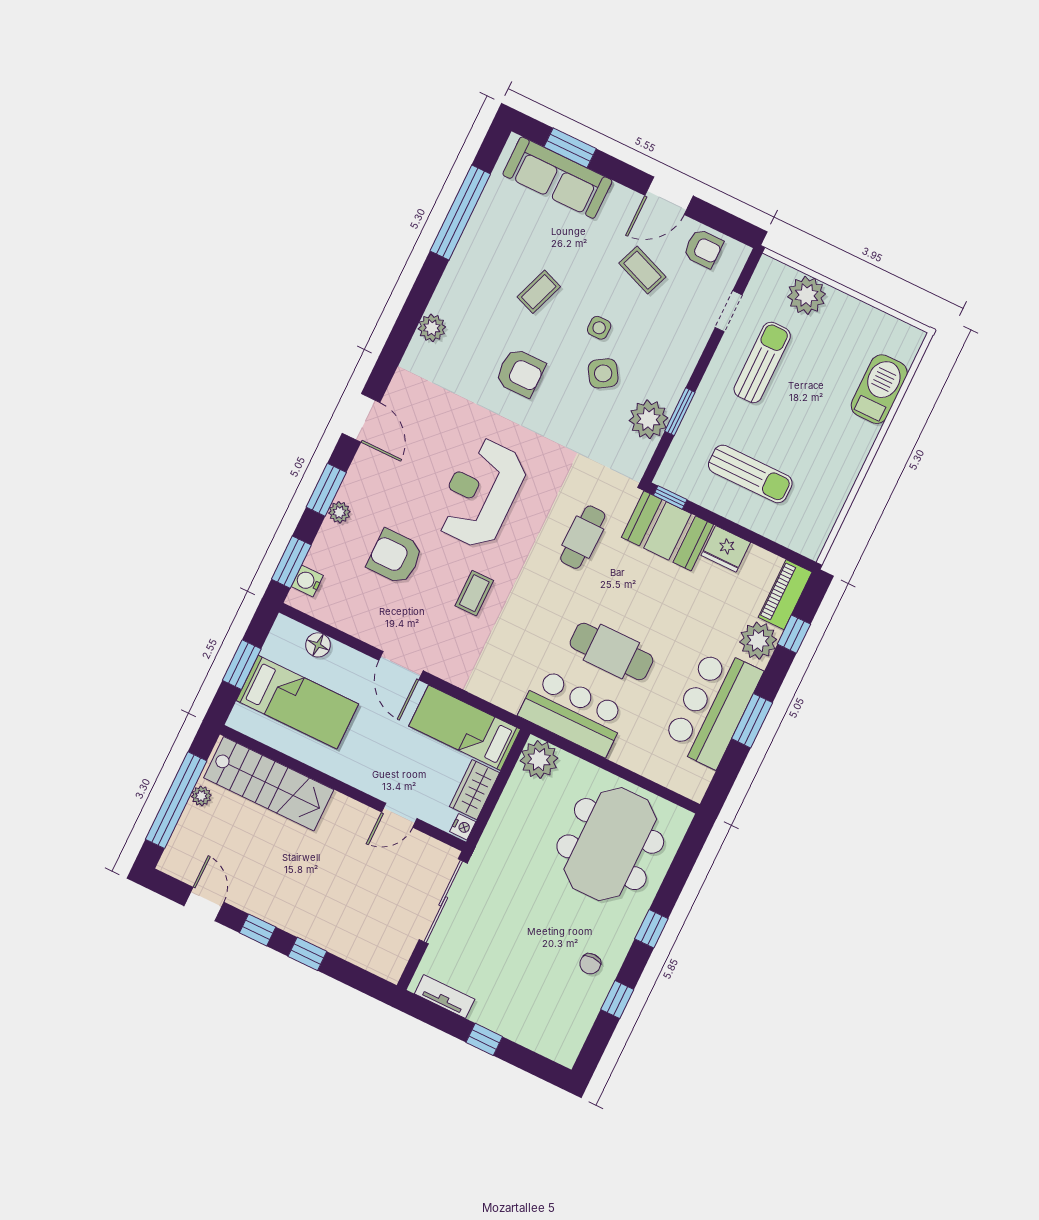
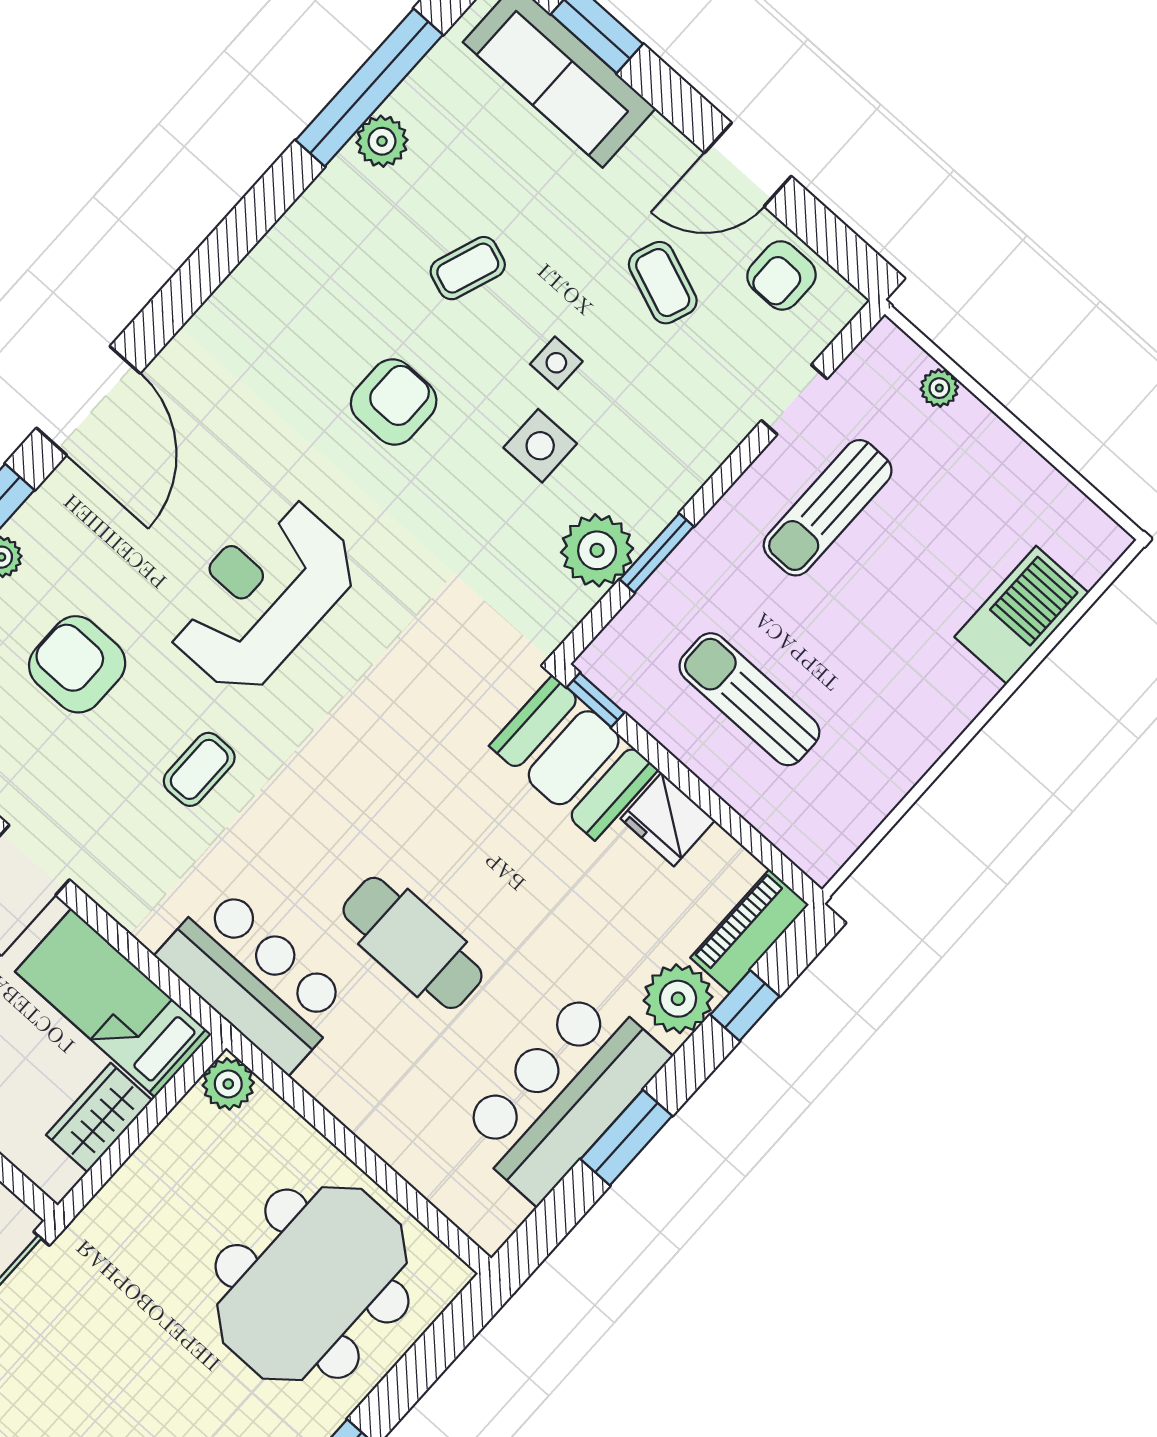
armchair: (703, 248) -> (781, 275), turned 90
plant: (807, 295) -> (939, 388), width x0.53, depth x0.53
plant: (432, 328) -> (382, 141), moved
sun lounger: (762, 362) -> (828, 508), turned 180
armchair: (520, 373) -> (394, 402), turned -90
side table: (603, 373) -> (540, 446), turned 32
door: (361, 418) -> (88, 401), width x1.36
sun lounger: (750, 474) -> (749, 699), turned 180
cafe table: (583, 537) -> (420, 726), removed
bar counter: (573, 713) -> (254, 979), moved
plant: (539, 759) -> (228, 1084), width x0.73, depth x0.73
nightstand: (463, 827) -> (59, 1177), removed

